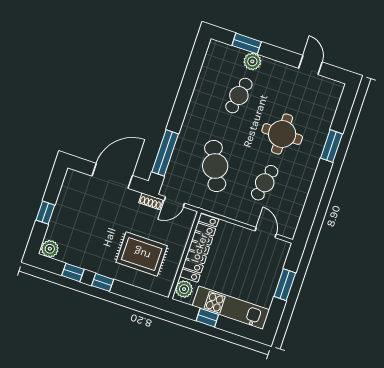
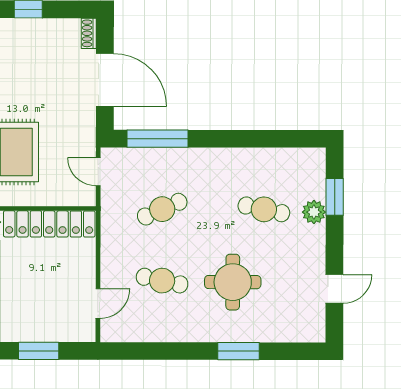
cafe table: (215, 166) -> (162, 209), width x0.73, depth x0.74
shoe rack: (151, 201) -> (89, 33), moved

